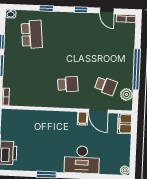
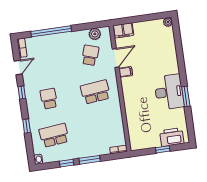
school desk: (70, 36) -> (49, 99), added
window: (137, 69) -> (51, 31), moved
school desk: (68, 84) -> (95, 92), width x1.85
desk: (82, 160) -> (169, 92), moved

